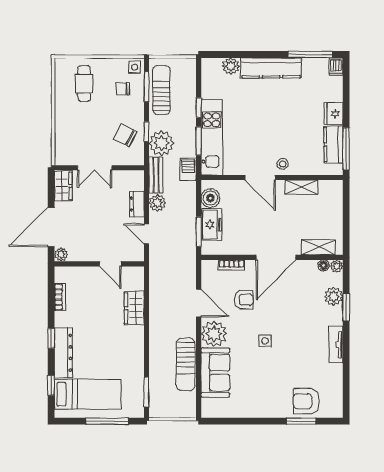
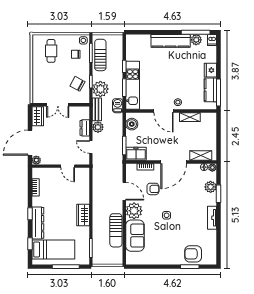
plant: (231, 66) -> (196, 40), moved
freezer: (211, 225) -> (136, 154), moved, turned -90
wardrobe: (134, 308) -> (83, 215), moved

